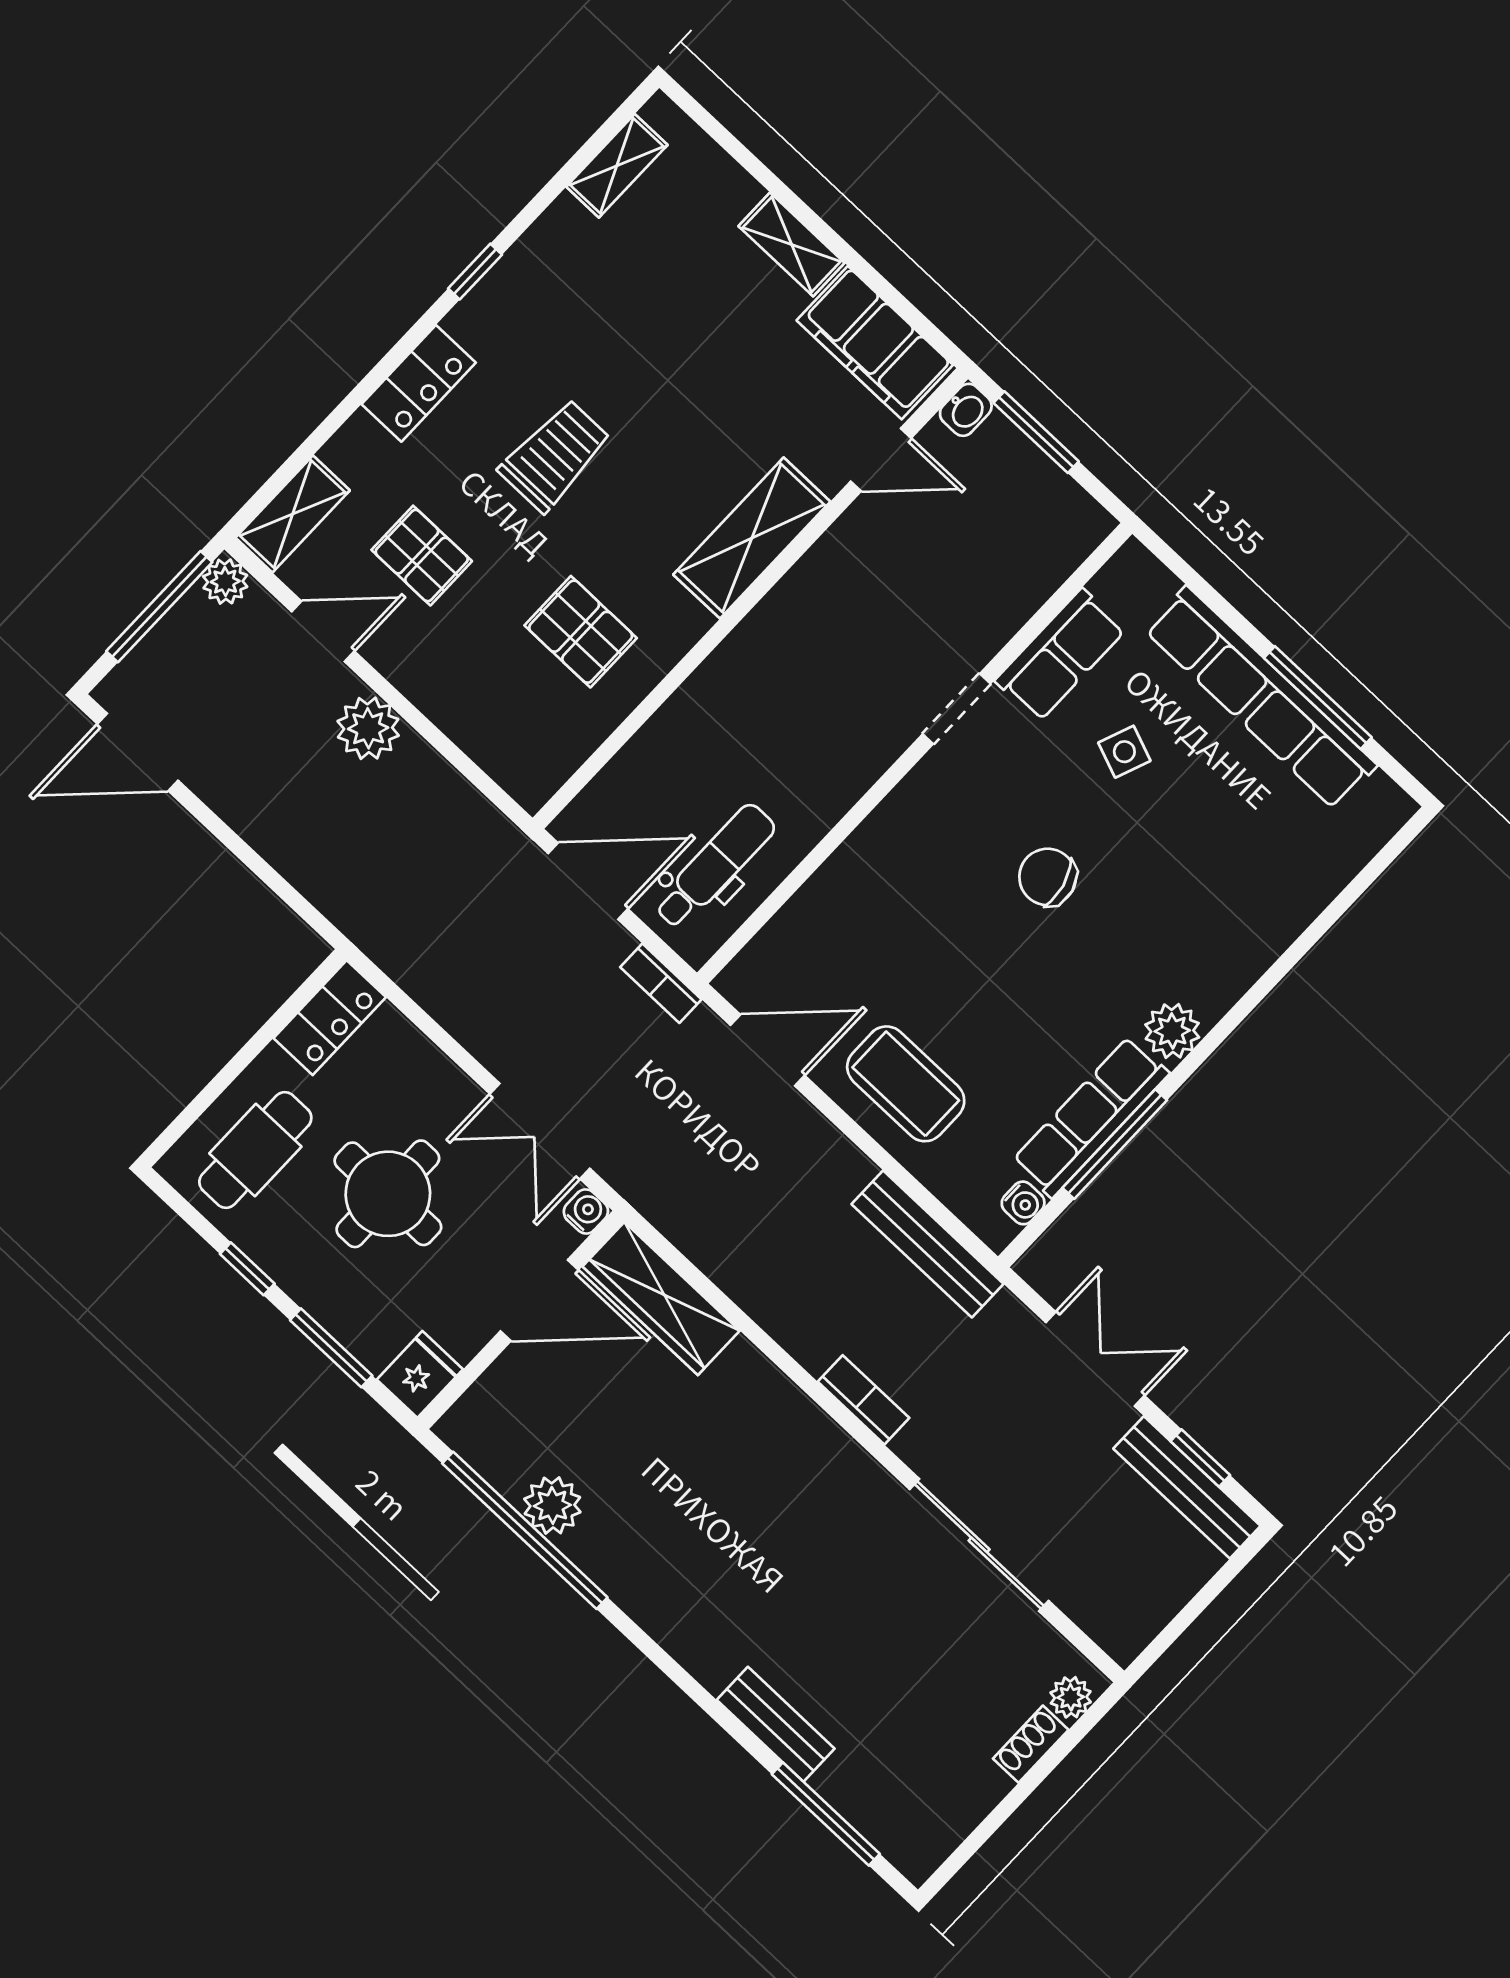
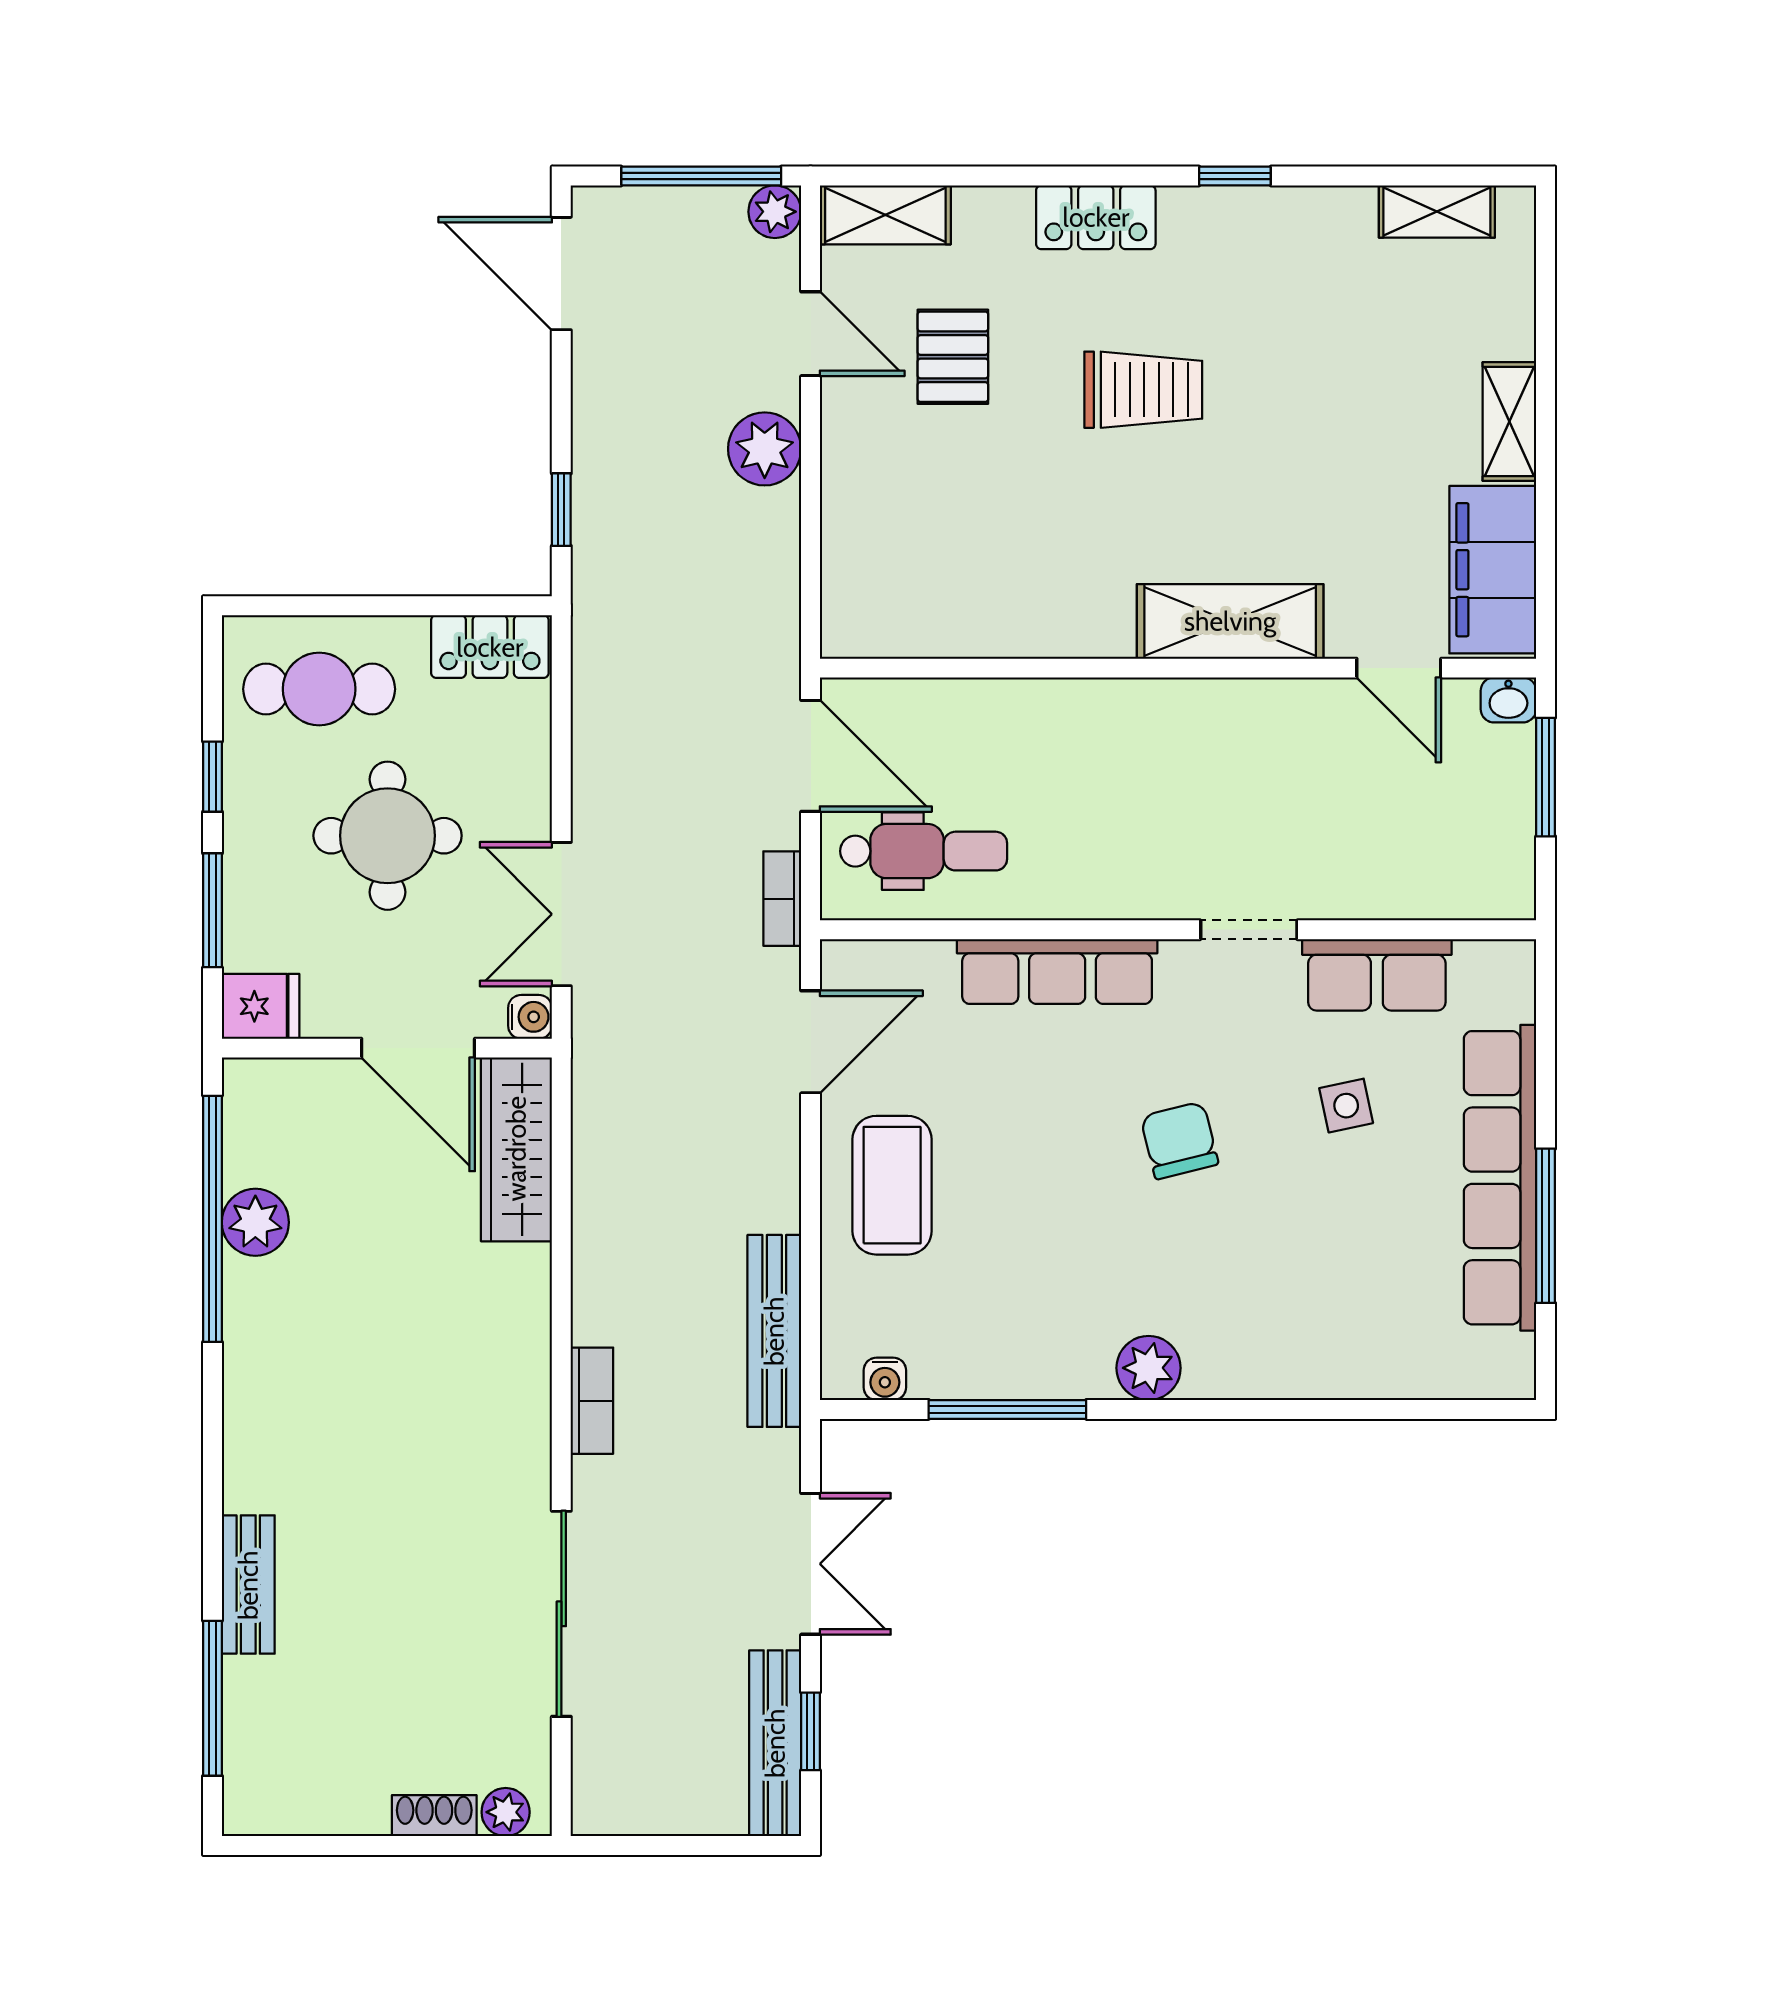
pallet: (581, 632) -> (1015, 551), removed
side table: (1124, 752) -> (1346, 1106), turned -33
window: (286, 892) -> (561, 510), added
door: (768, 1050) -> (811, 1042), hinge flipped
row of seats: (1091, 1117) -> (1057, 972), moved, turned 180

